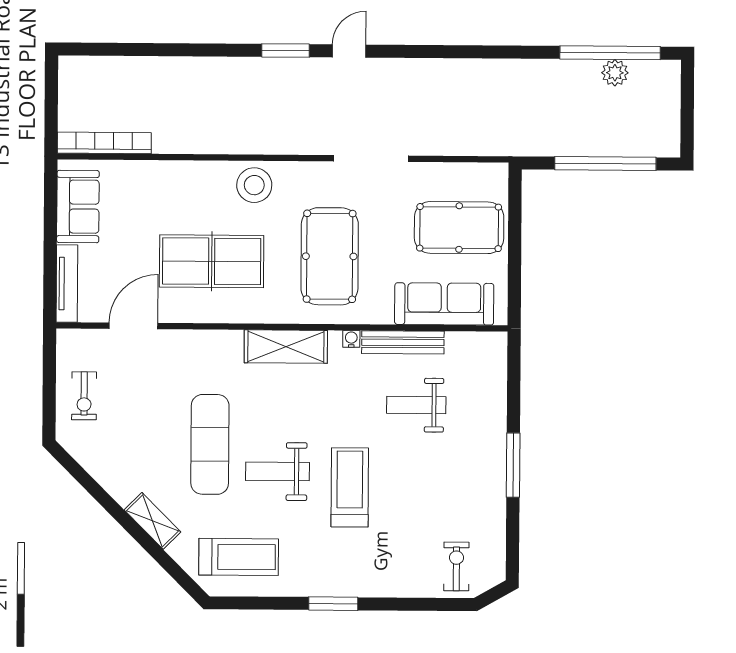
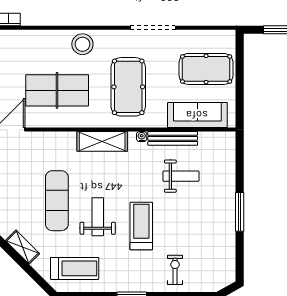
weight bench: (416, 405) -> (181, 176), turned 180
weight bench: (278, 471) -> (98, 217), turned 90
exercise bike: (456, 566) -> (175, 270), moved

